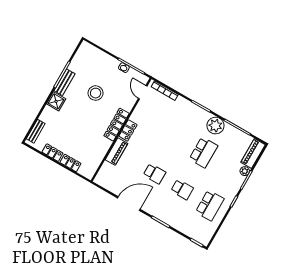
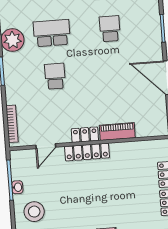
door: (143, 92) -> (46, 146), moved
stool: (96, 93) -> (34, 212), moved
school desk: (154, 174) -> (55, 76), moved

